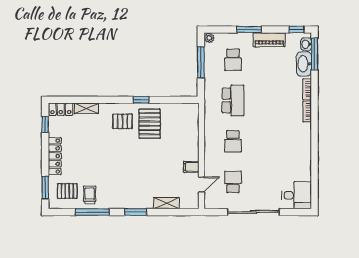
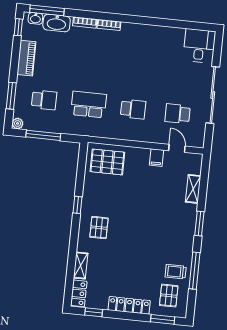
window: (249, 30) -> (11, 96), moved
pallet: (150, 124) -> (107, 162), moved

